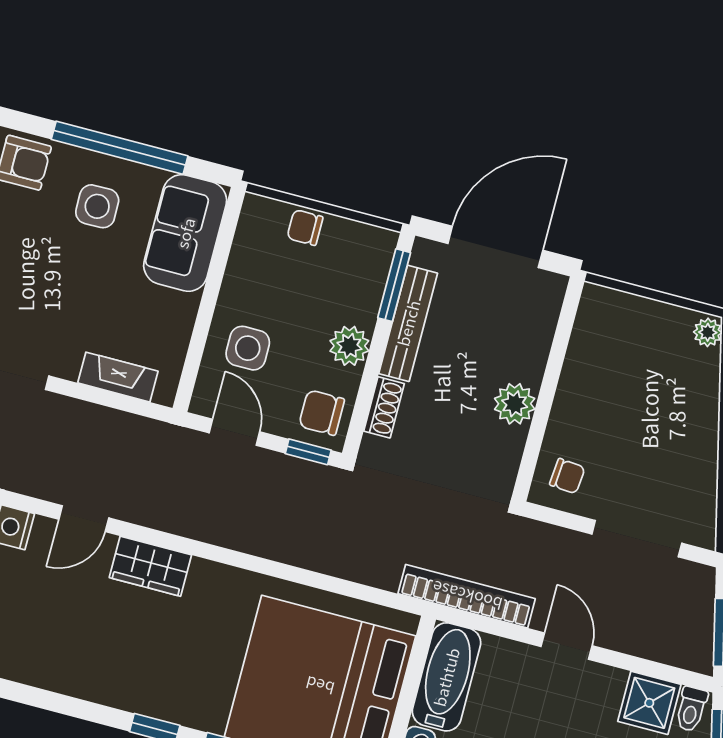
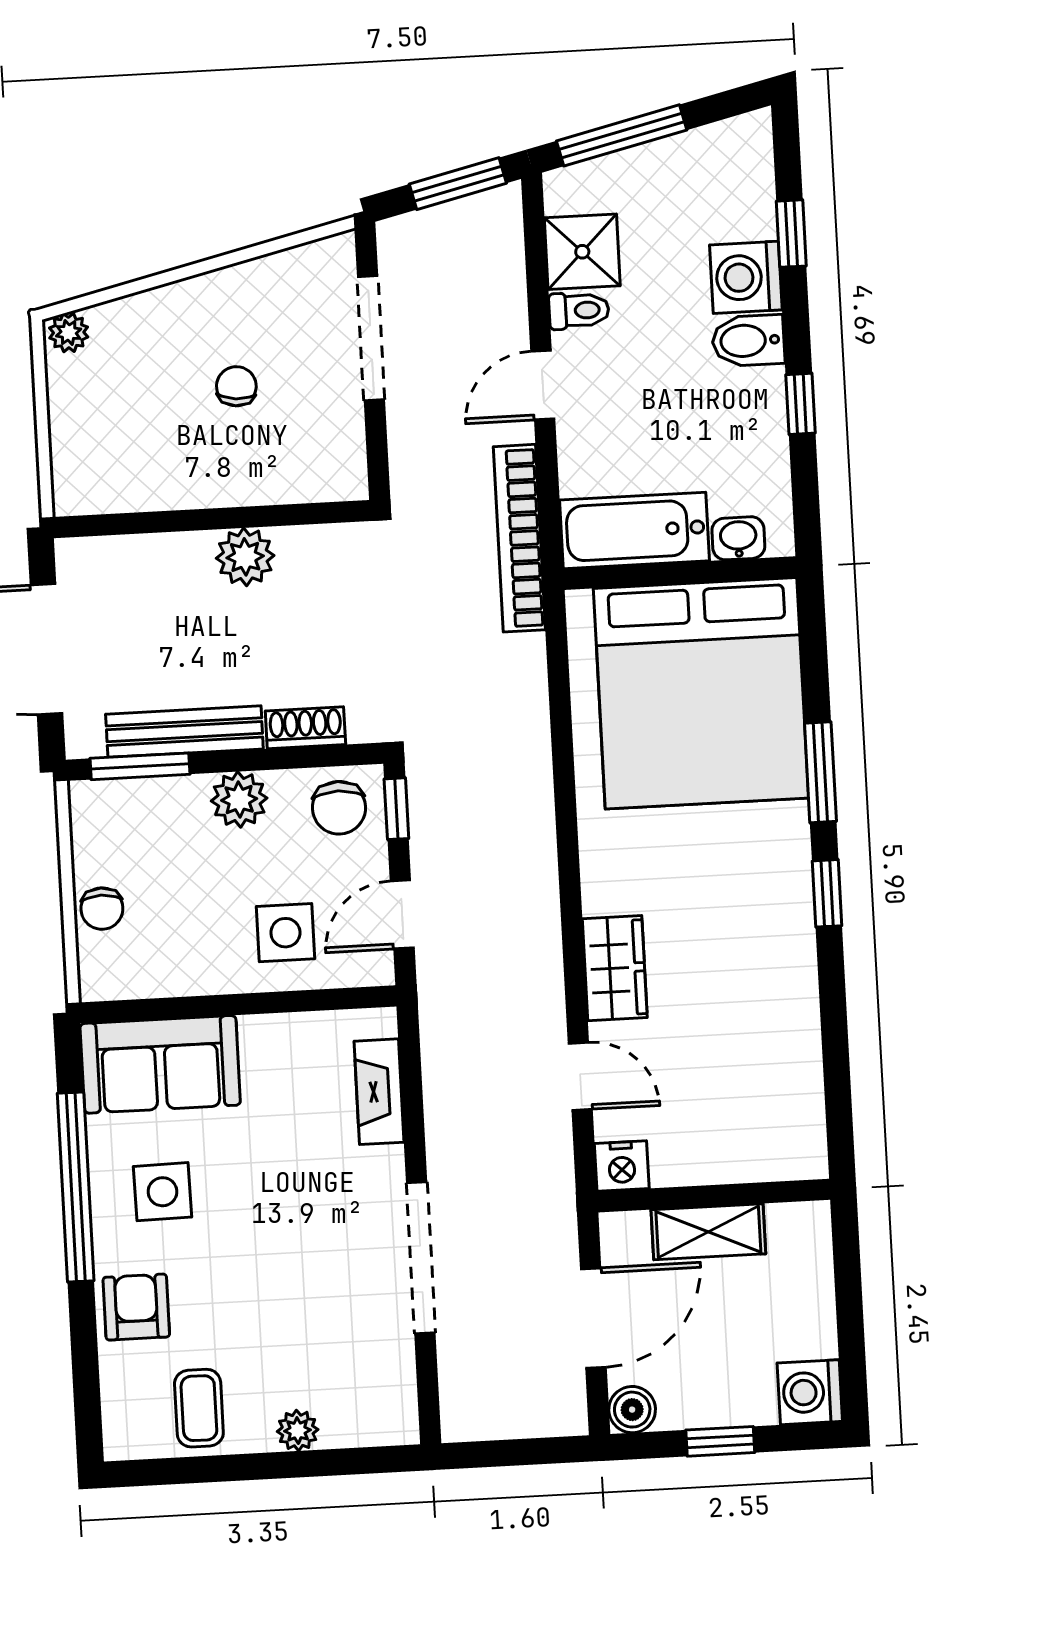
chair: (567, 476) -> (236, 386), moved
toilet: (691, 709) -> (579, 310), moved

